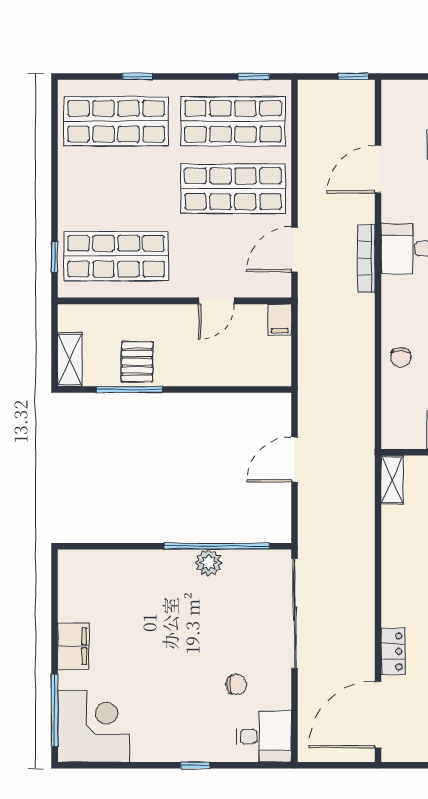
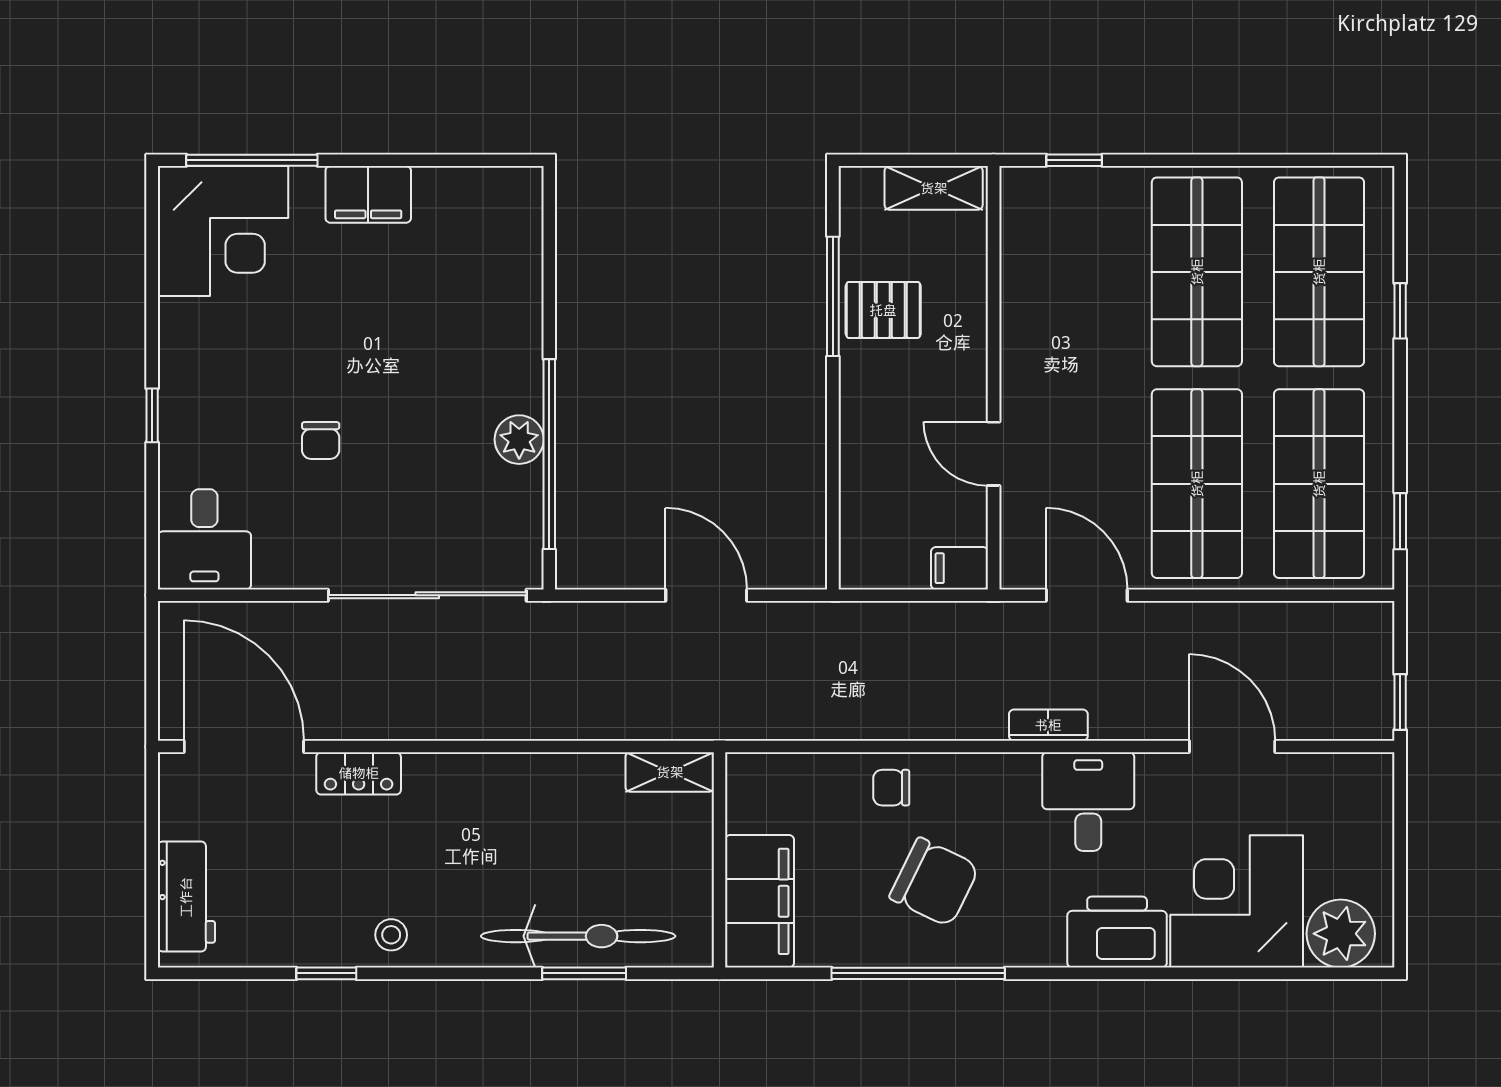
shop shelf: (116, 256) -> (1197, 272), moved
bookcase: (366, 258) -> (1048, 725), width x0.64
shelving: (70, 359) -> (934, 188), moved
chair: (236, 685) -> (321, 441), moved

